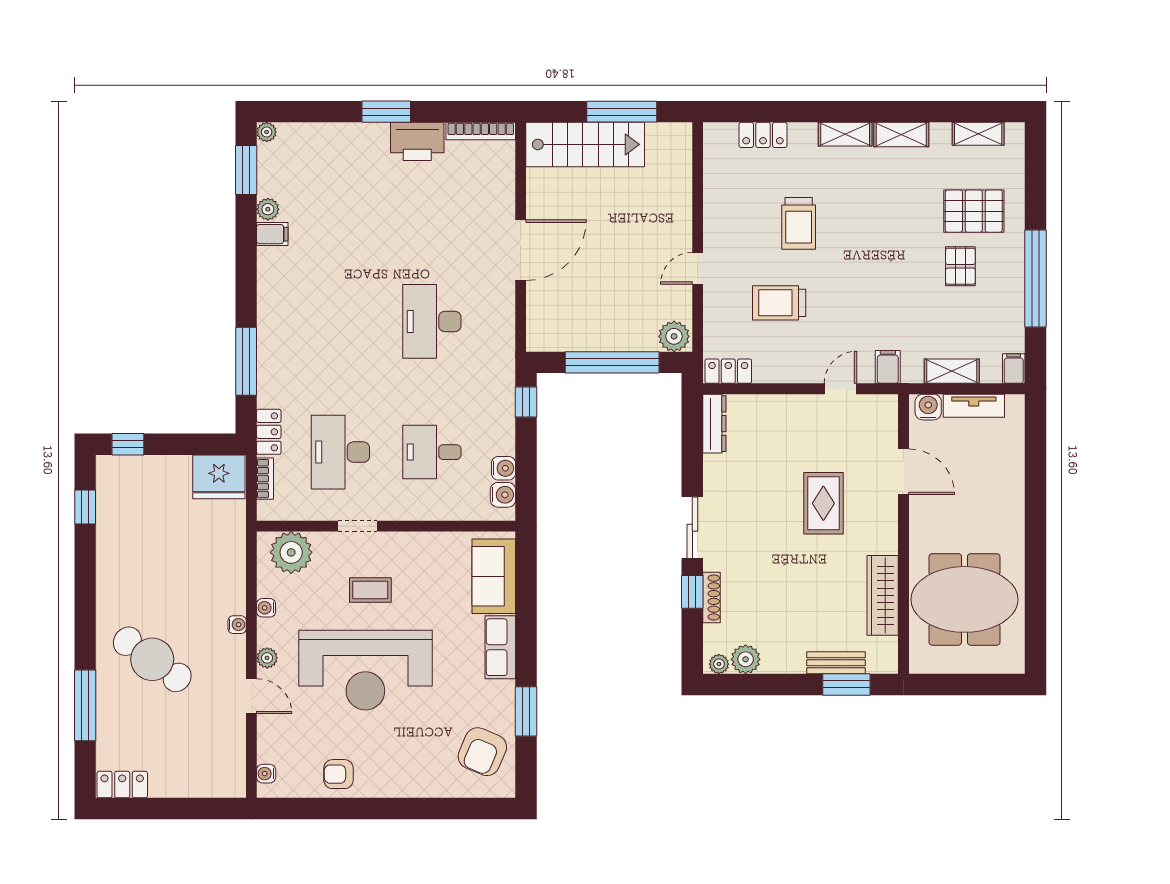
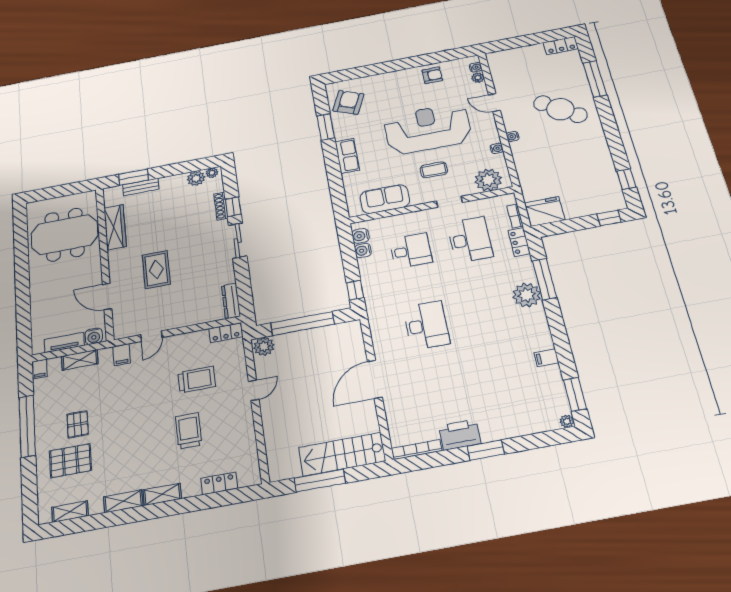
plant: (268, 209) -> (527, 295), moved, width x1.88, depth x1.88
sofa: (494, 576) -> (385, 199), moved, turned -90
plant: (267, 658) -> (478, 78), moved

